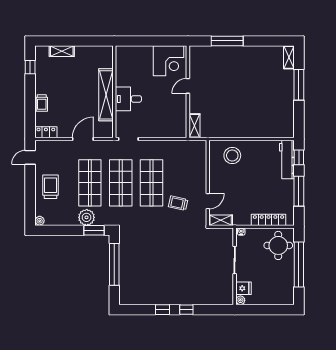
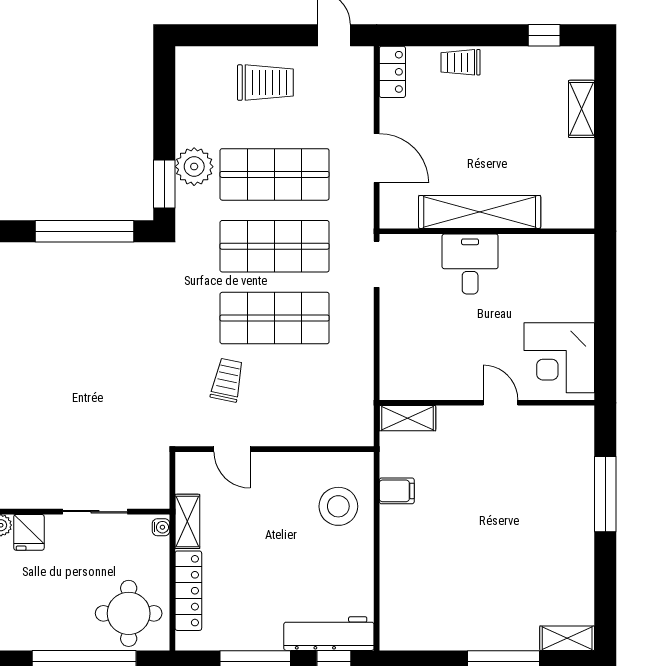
filing cabinet: (226, 130) -> (397, 491), added
shelving: (221, 220) -> (187, 521), moved
plant: (40, 221) -> (186, 57), removed

